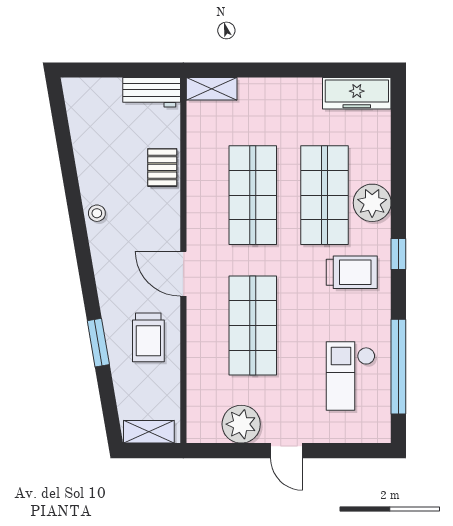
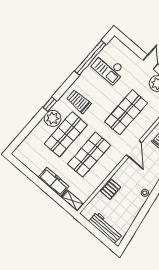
workbench: (152, 92) -> (106, 228), moved, width x1.38
freezer: (357, 93) -> (54, 182), moved
window: (398, 254) -> (50, 104), moved
checkout: (351, 376) -> (109, 68), turned 90

